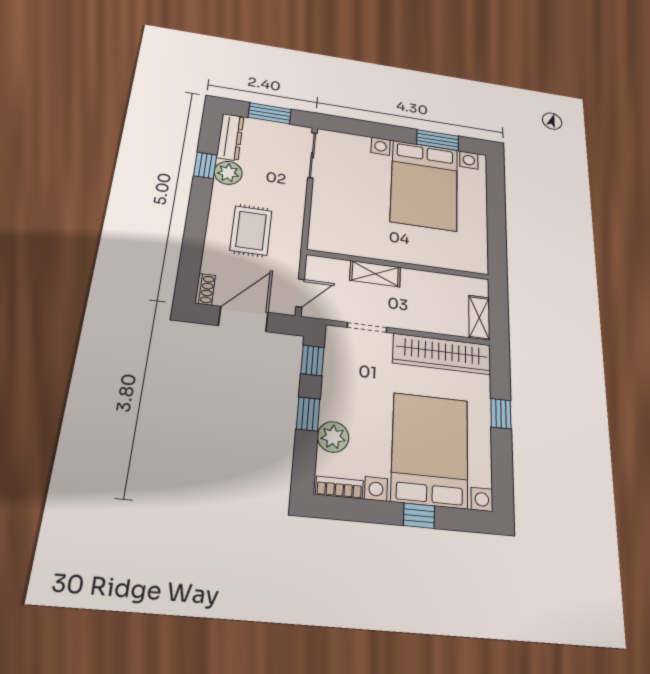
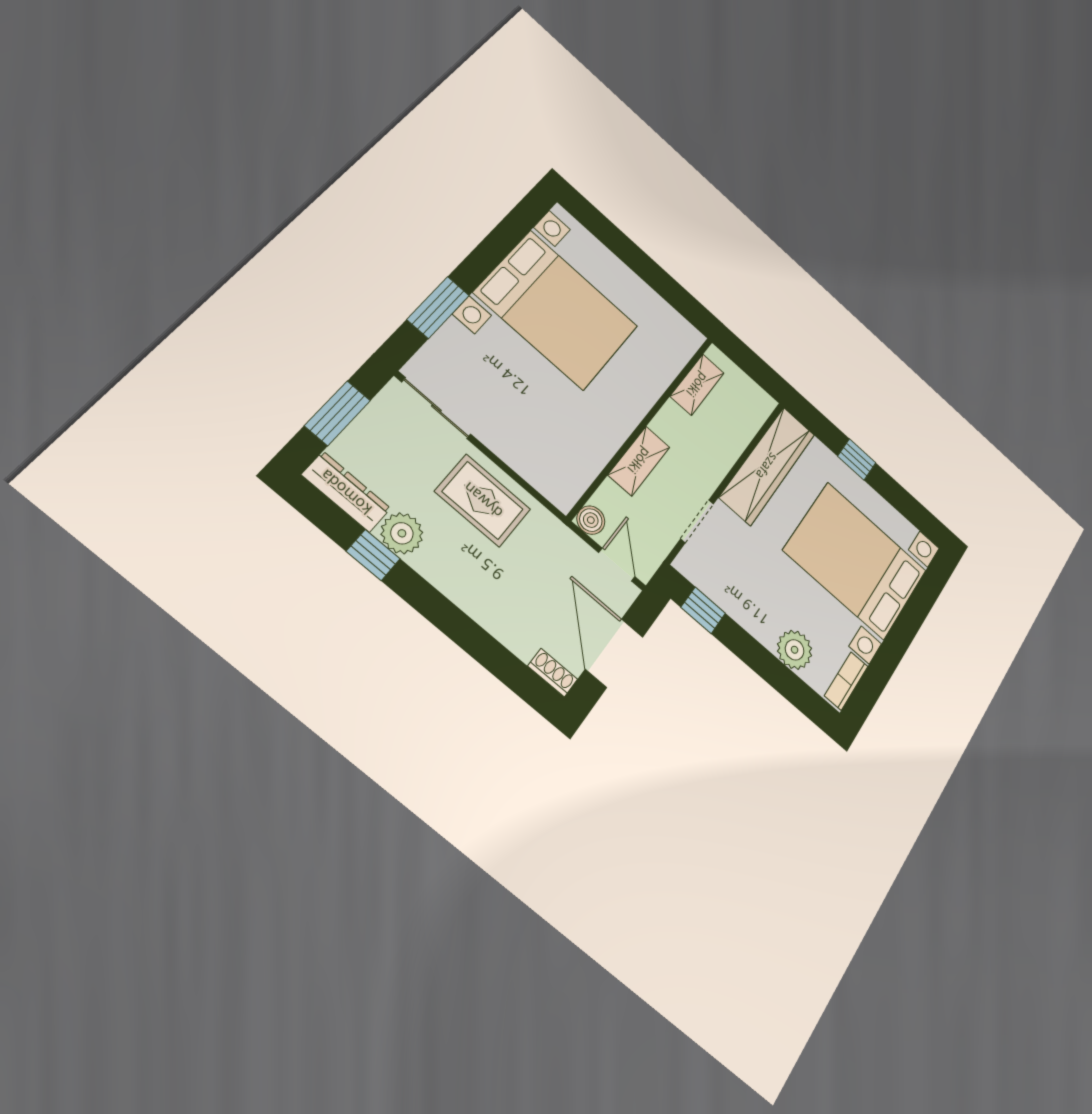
window: (438, 140) -> (438, 307), moved
rug: (251, 231) -> (483, 500), moved
boiler: (316, 265) -> (591, 520), added
shelving: (479, 318) -> (697, 385), moved, turned 90
window: (308, 414) -> (758, 658), removed
window: (419, 516) -> (909, 622), removed

